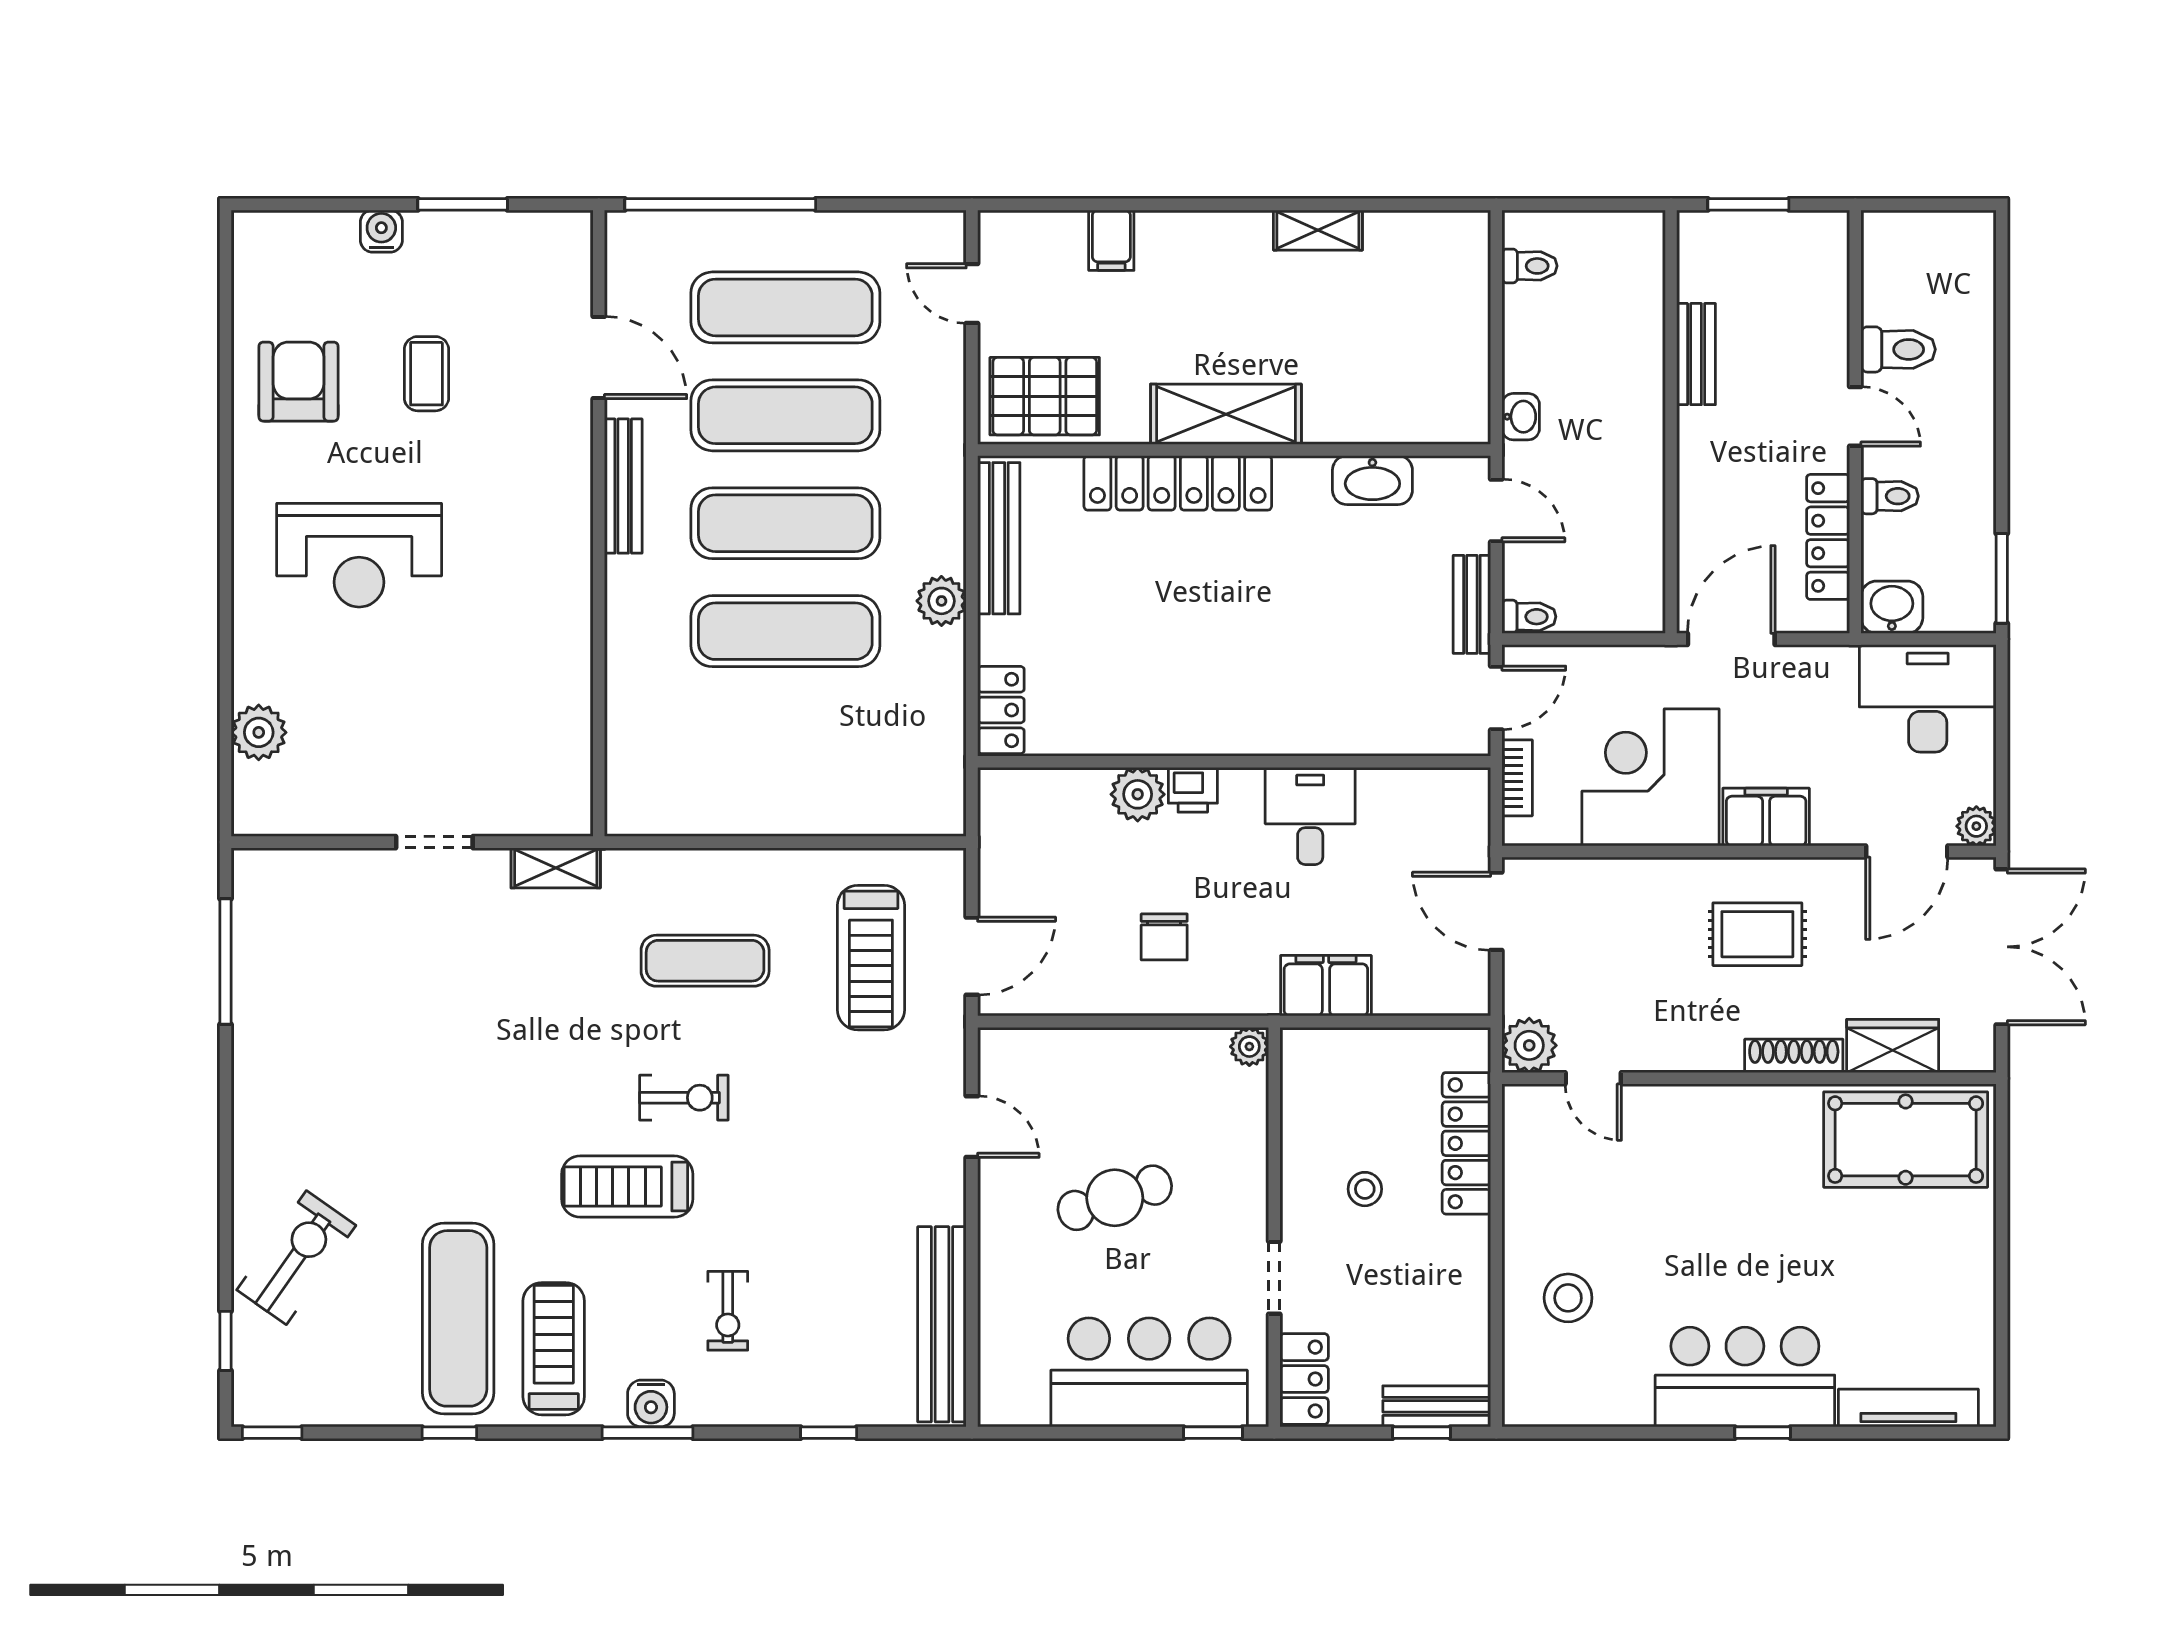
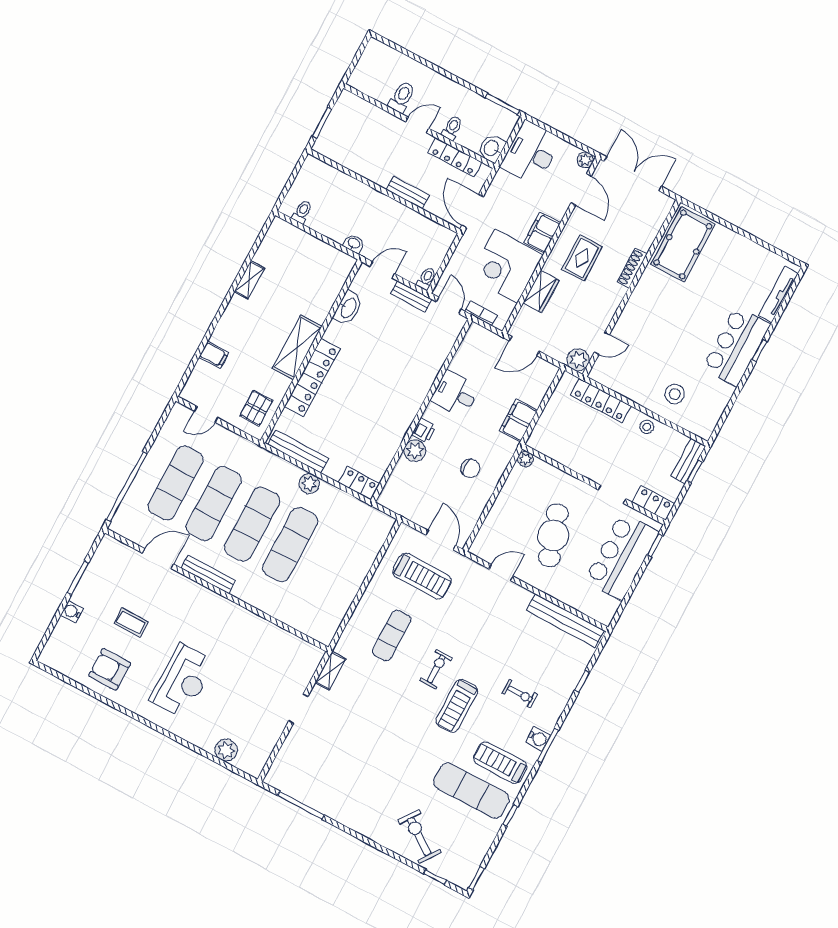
bench: (1696, 354) -> (408, 192), moved
pallet: (1045, 396) -> (256, 408), width x0.67, depth x0.71
wardrobe: (1893, 1046) -> (541, 292), moved, turned 180
stool: (1365, 1189) -> (647, 427), moved
cafe table: (1115, 1198) -> (553, 535), width x1.37, depth x1.35

